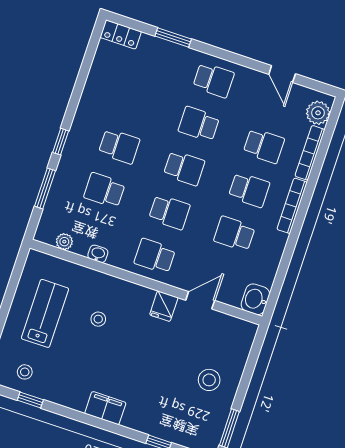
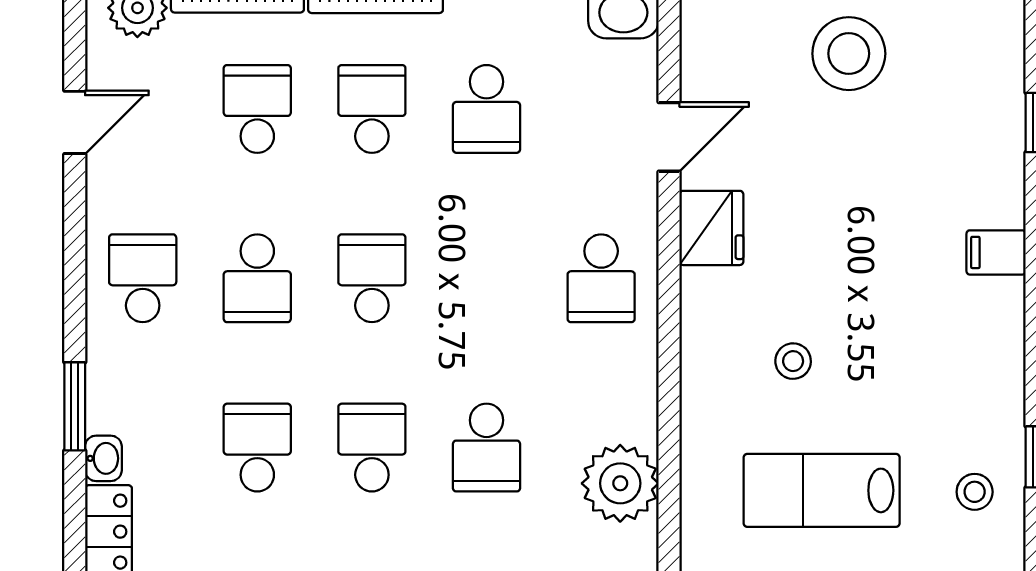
school desk: (169, 212) -> (257, 448), moved
plant: (64, 242) -> (620, 483), width x1.87, depth x1.87
washbasin: (98, 254) -> (103, 458), moved, turned 180
door: (200, 300) -> (669, 137), swing flipped
fridge: (164, 306) -> (711, 228), width x1.38
stool: (209, 380) -> (849, 54), width x1.38, depth x1.38
filing cabinet: (105, 408) -> (996, 252), width x0.50

